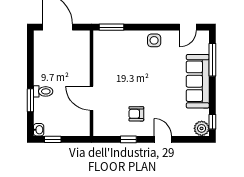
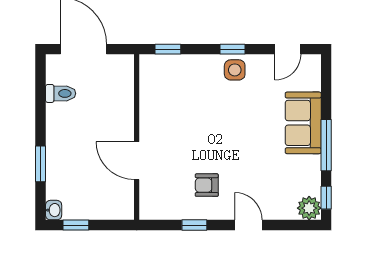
window: (111, 27) -> (168, 49), width x0.67
window: (153, 27) -> (232, 49), added
window: (212, 60) -> (326, 145), moved
sofa: (198, 81) -> (303, 123), width x0.73
toilet: (43, 91) -> (61, 93), moved

